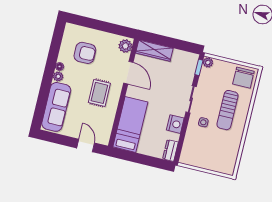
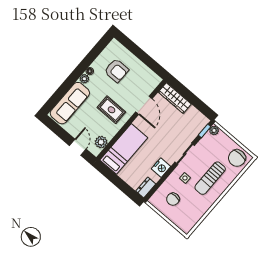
plant: (125, 46) -> (101, 142), moved
rug: (99, 93) -> (111, 110), turned 90
chair: (202, 148) -> (173, 199), added

